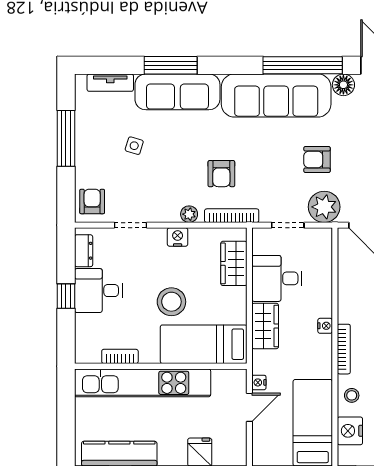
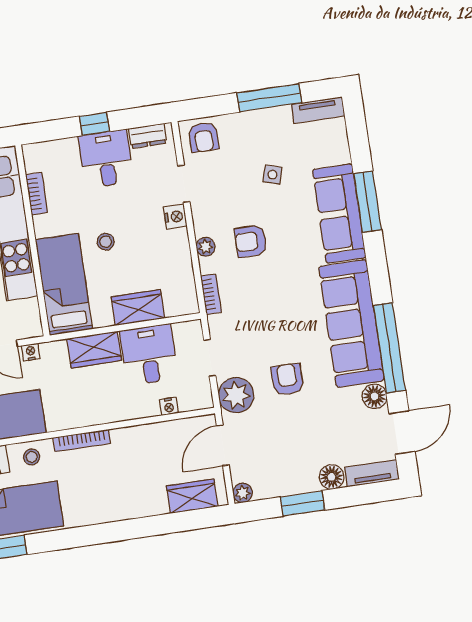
tv unit: (110, 83) -> (318, 110), moved, turned -90
armchair: (221, 174) -> (251, 241), moved
armchair: (92, 201) -> (204, 137), turned 90
bookcase: (232, 216) -> (211, 294), width x0.64
nightstand: (178, 237) -> (175, 217), moved
wardrobe: (234, 263) -> (138, 308), moved
stool: (171, 302) -> (106, 242), width x0.53, depth x0.53
nightstand: (325, 326) -> (169, 406), moved

